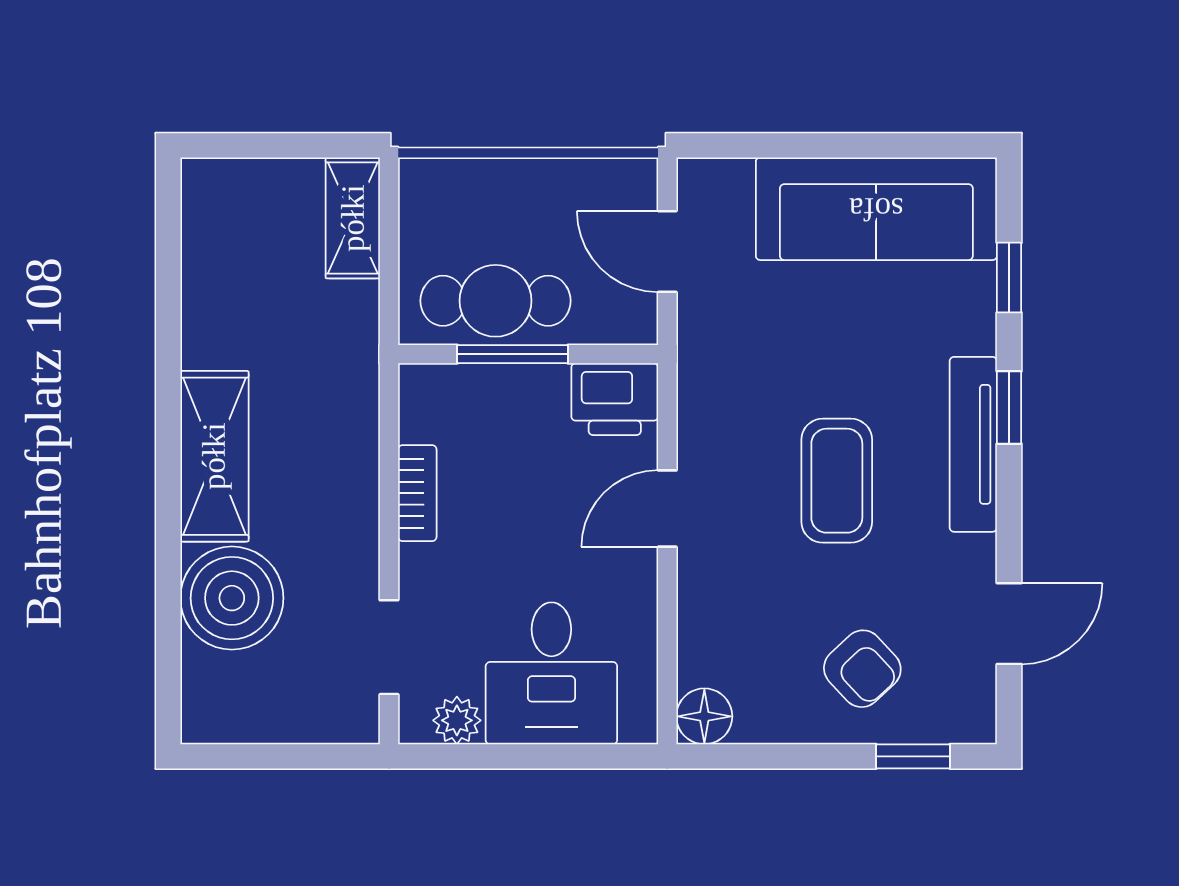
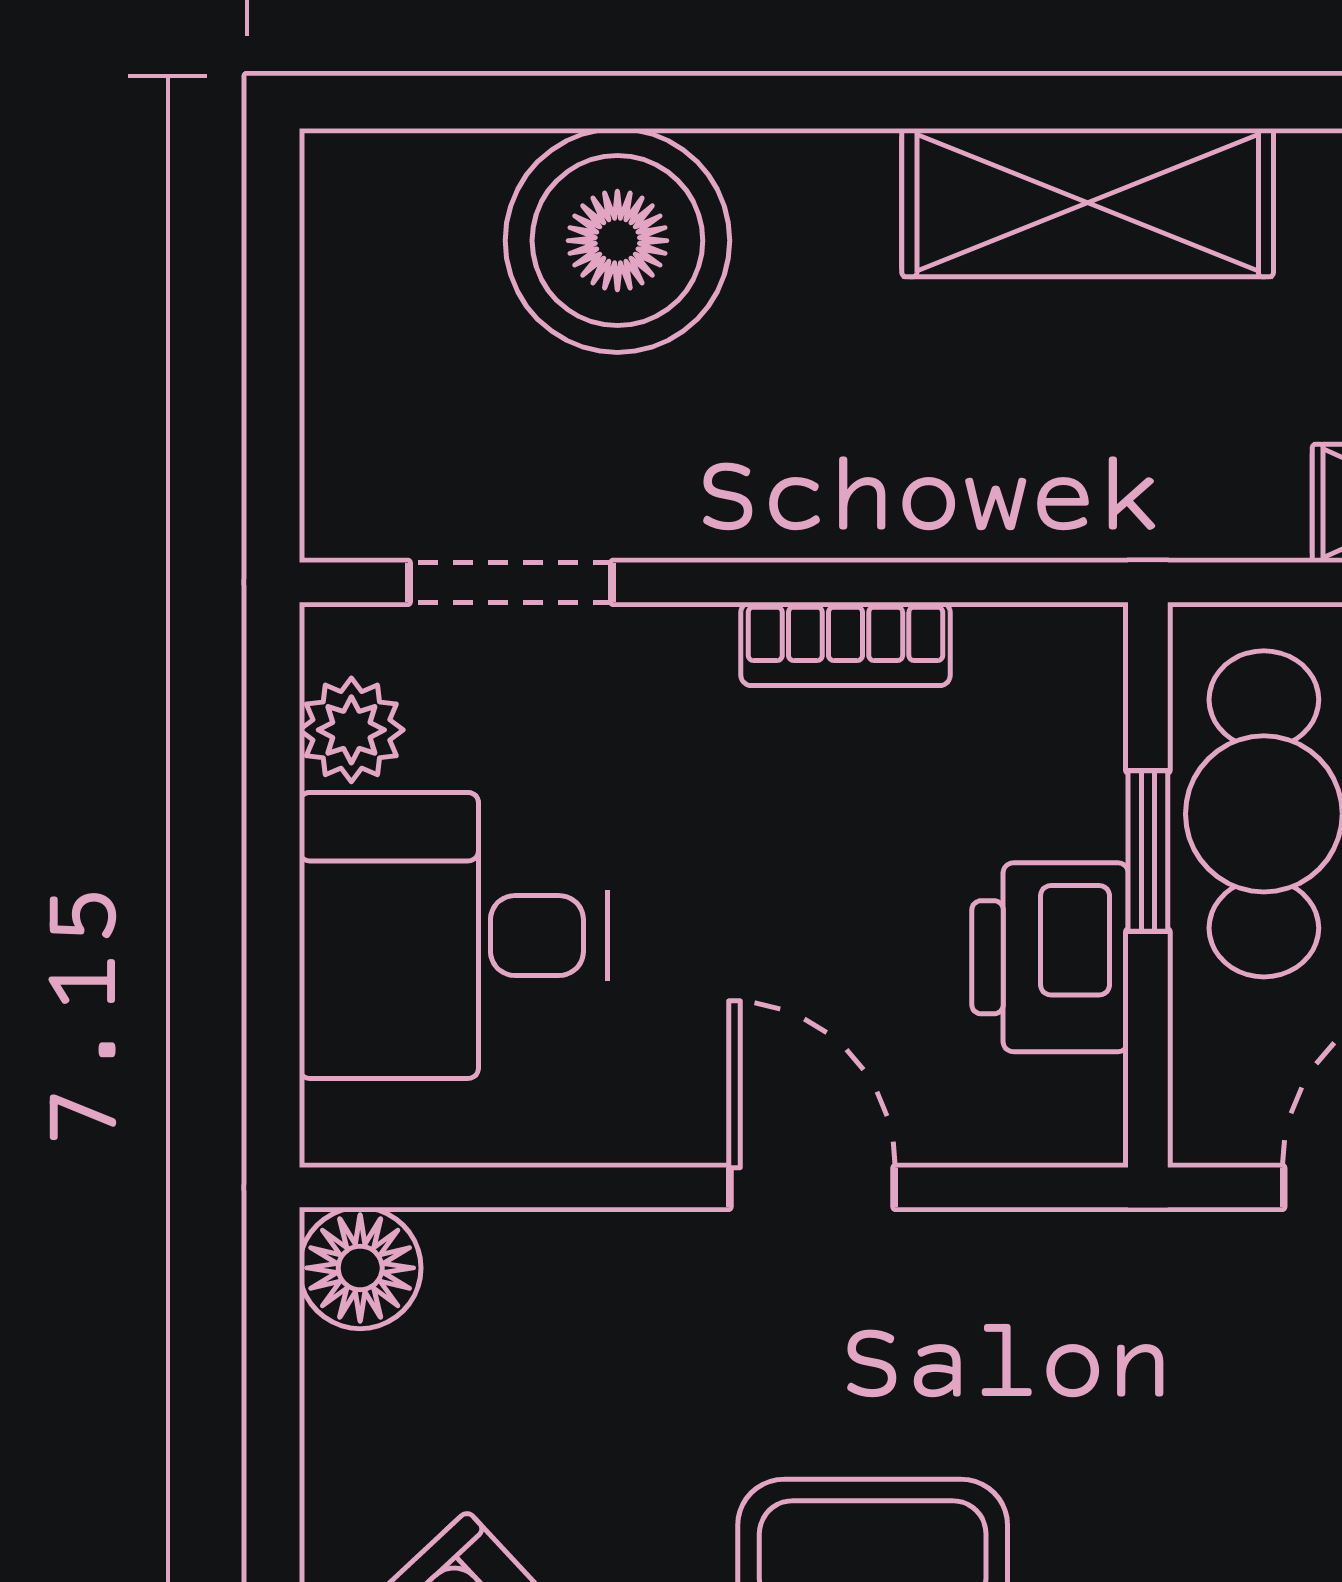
window: (513, 354) -> (1148, 851), width x0.67
printer: (615, 399) -> (1050, 957), moved
shelving: (214, 456) -> (1088, 203), moved

